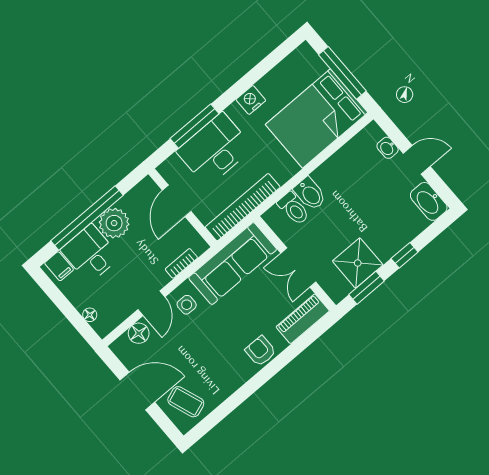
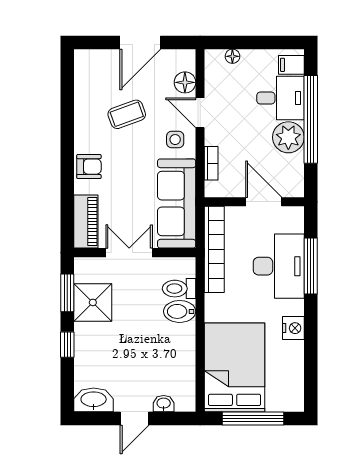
coffee table: (186, 402) -> (127, 114), moved

